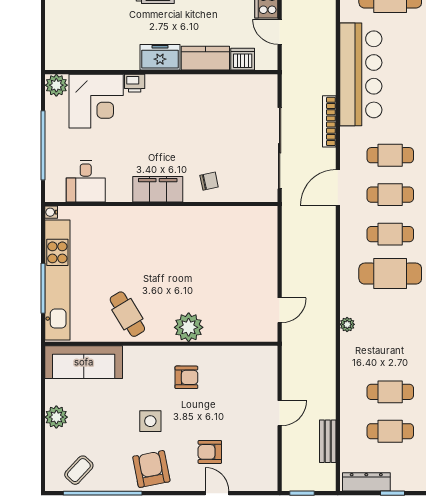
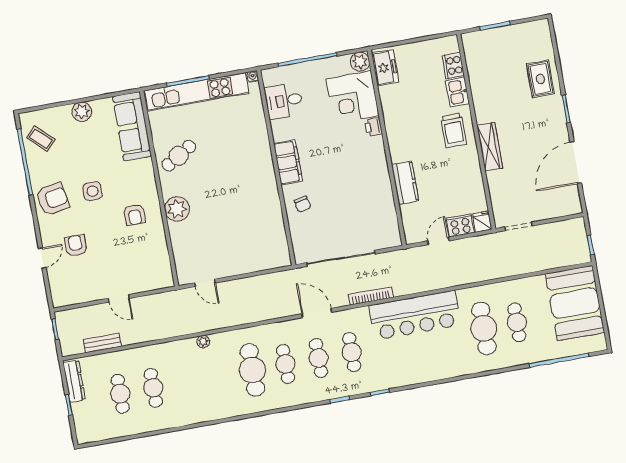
freezer: (160, 57) -> (385, 68), moved
dishwasher: (243, 59) -> (410, 214), removed

